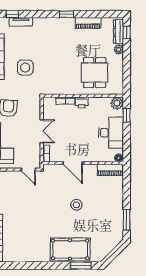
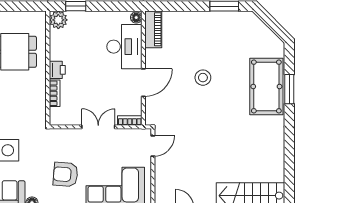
desk: (111, 133) -> (124, 47), moved, turned 90
window: (81, 266) -> (289, 89), moved

